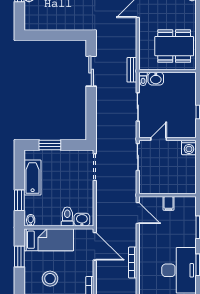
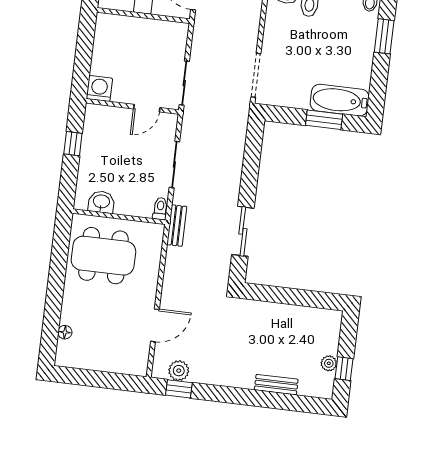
washbasin: (156, 79) -> (101, 202), moved
bathtub: (33, 177) -> (340, 100), moved, turned 90

